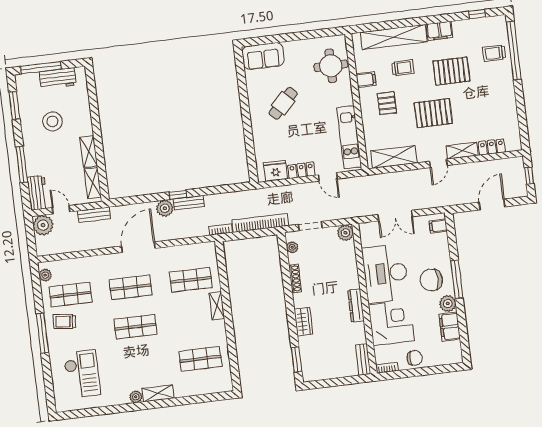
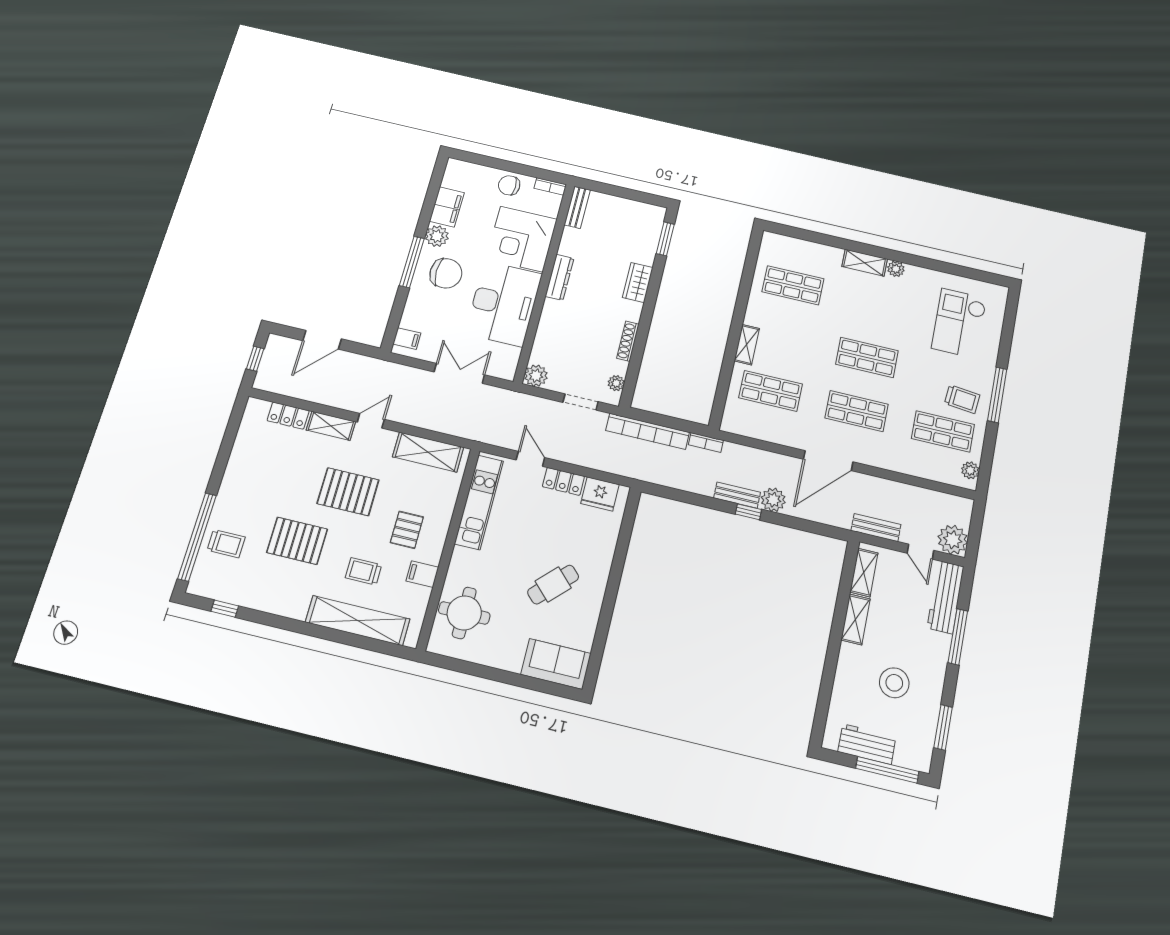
filing cabinet: (439, 31) -> (289, 605), removed
workbench: (38, 193) -> (945, 597), width x1.38

